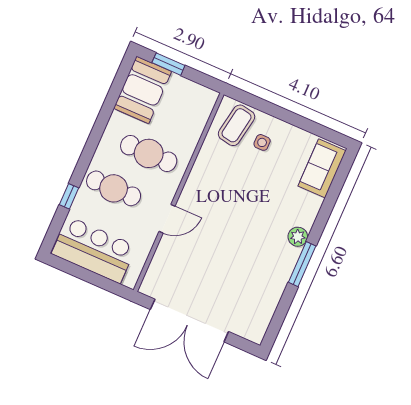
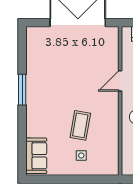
coffee table: (237, 125) -> (80, 125), moved
plant: (298, 237) -> (32, 106), removed

